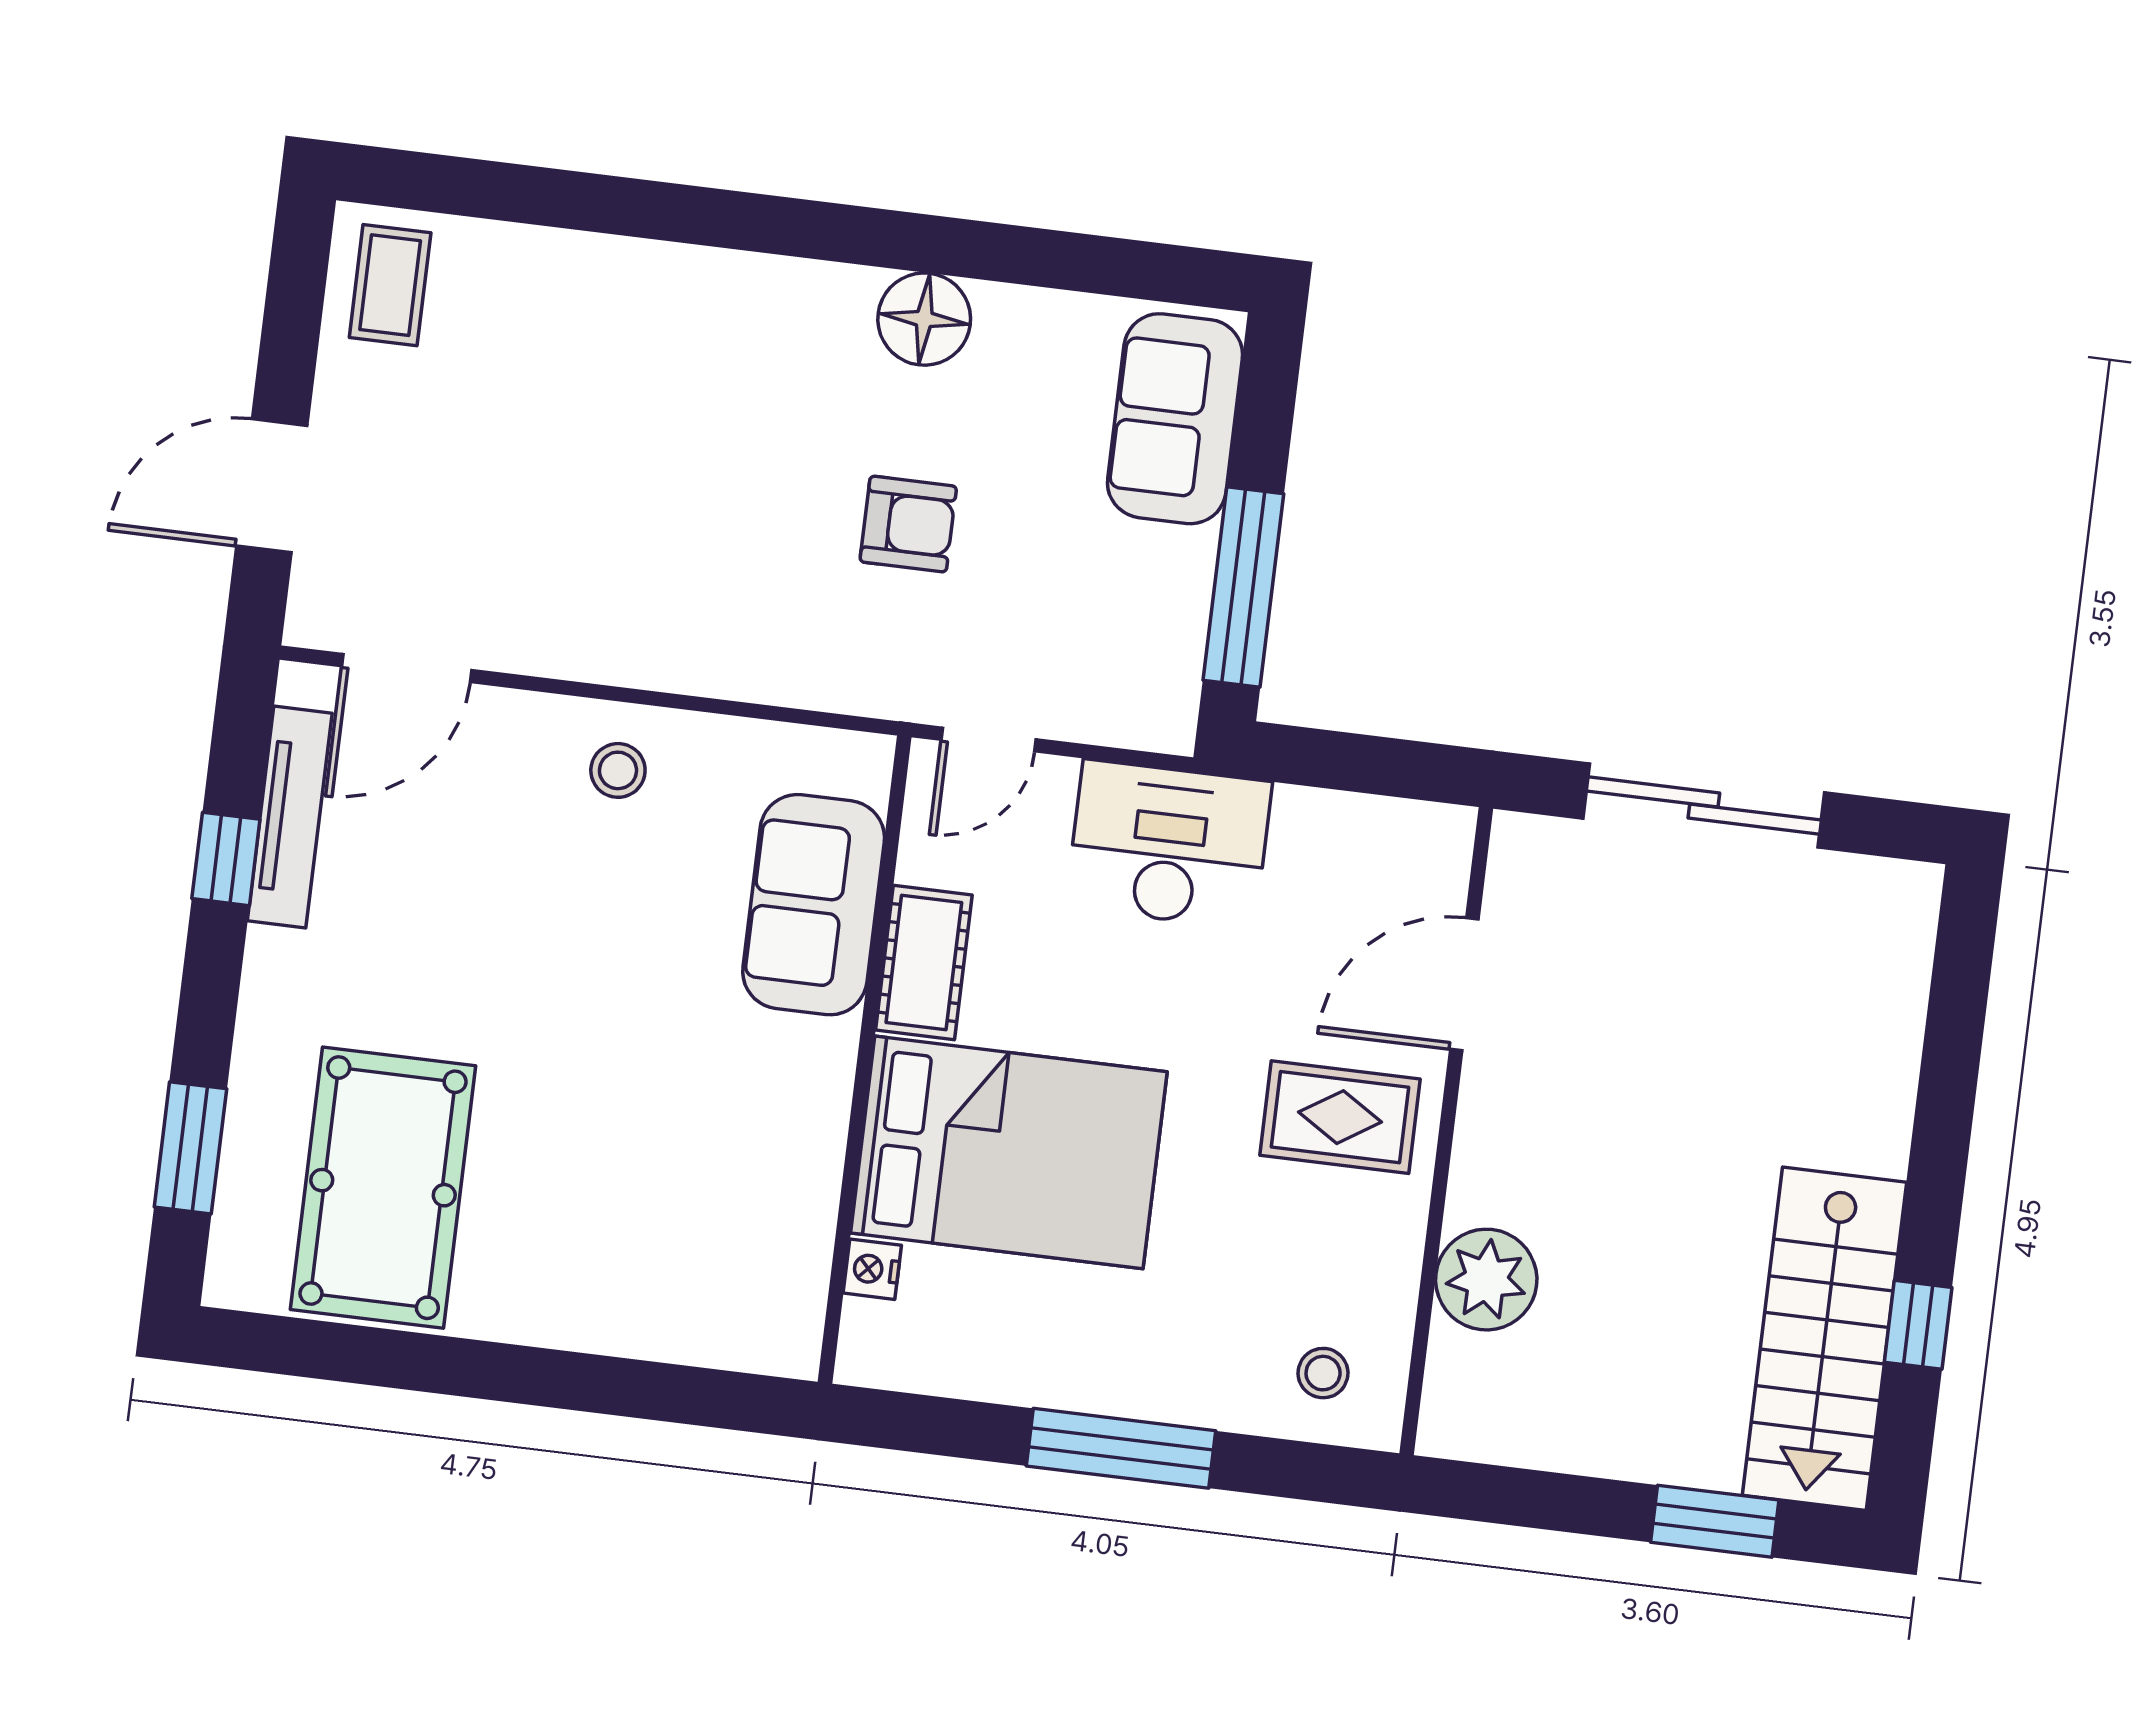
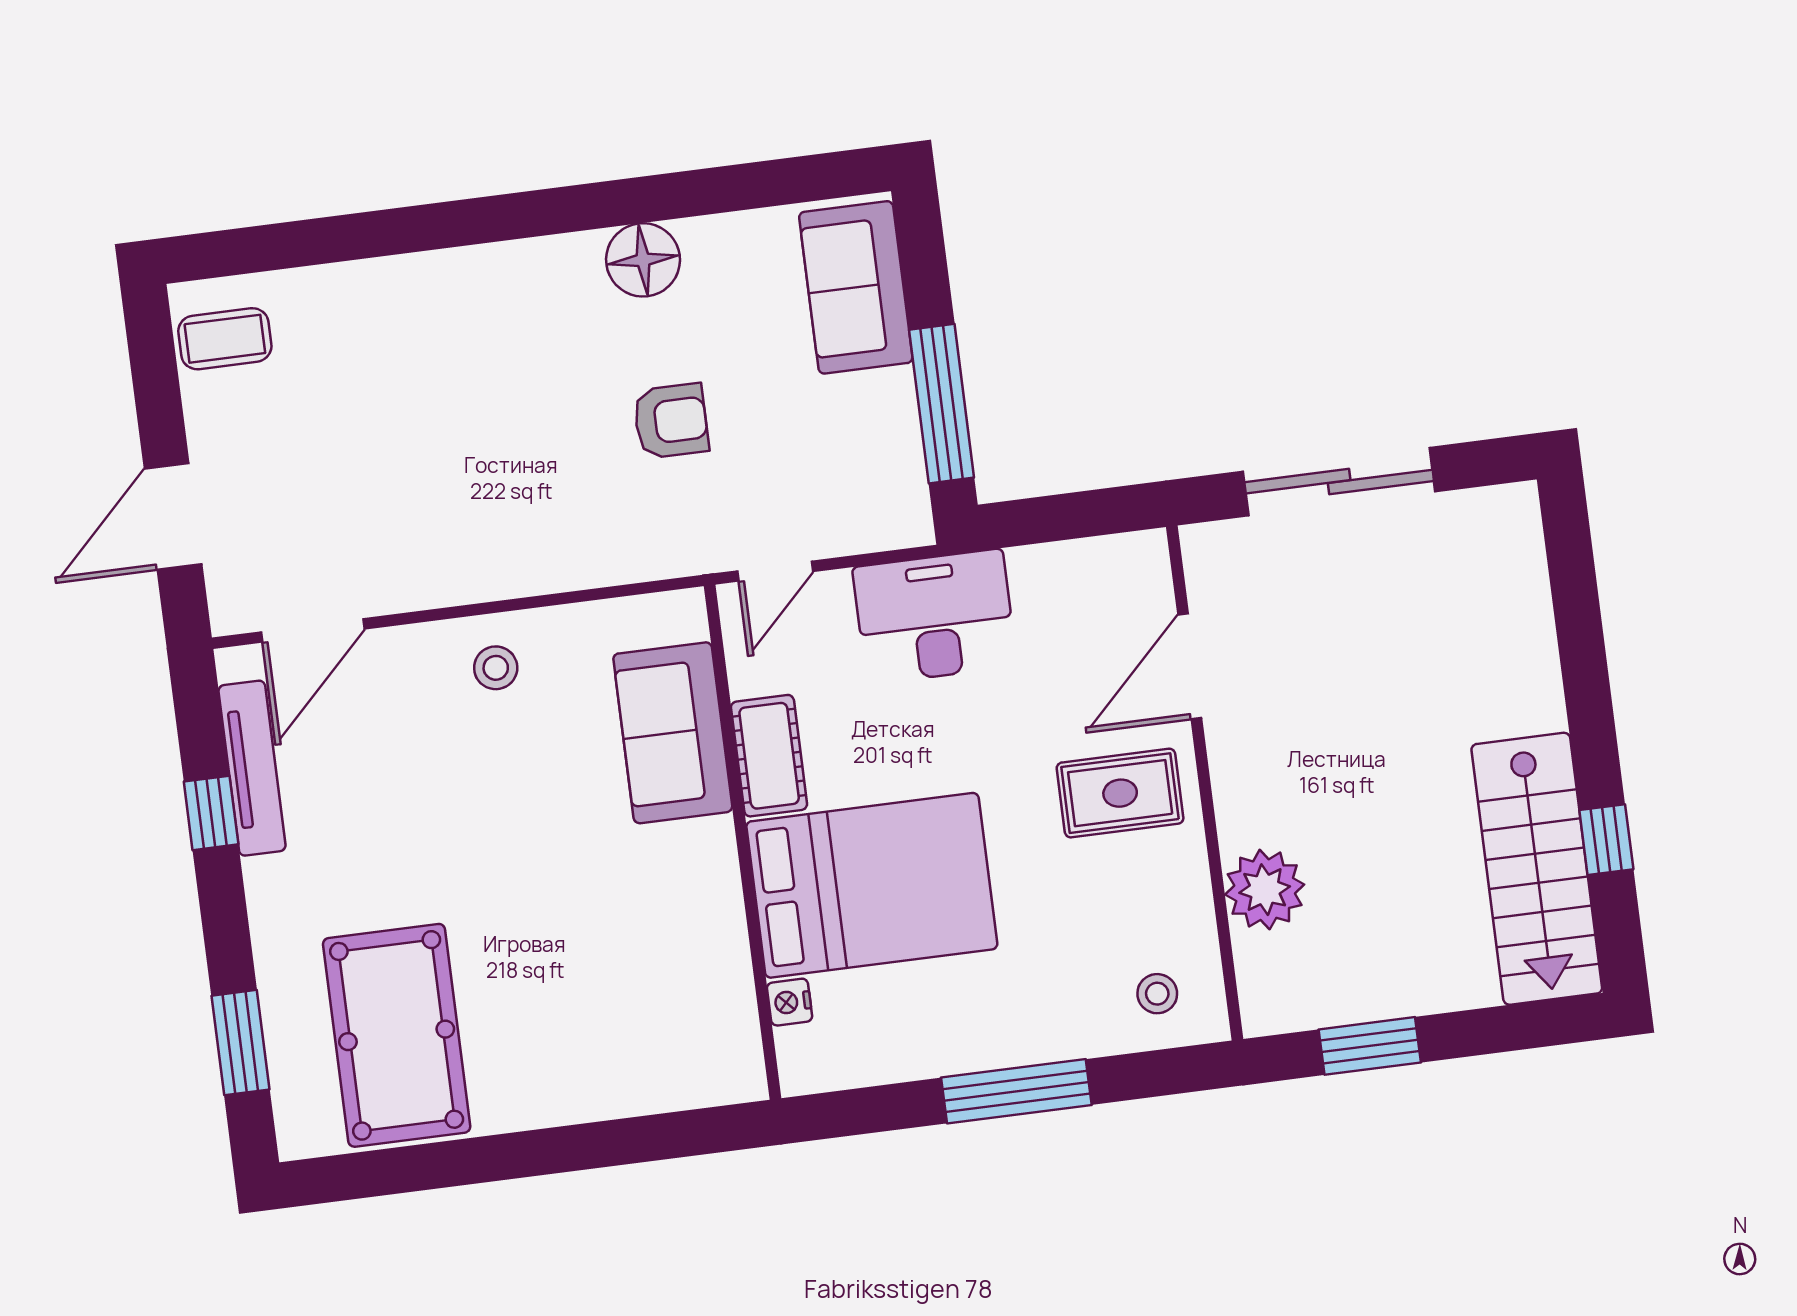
coffee table: (390, 285) -> (225, 339), turned 90
window: (1715, 1521) -> (1370, 1046), moved

